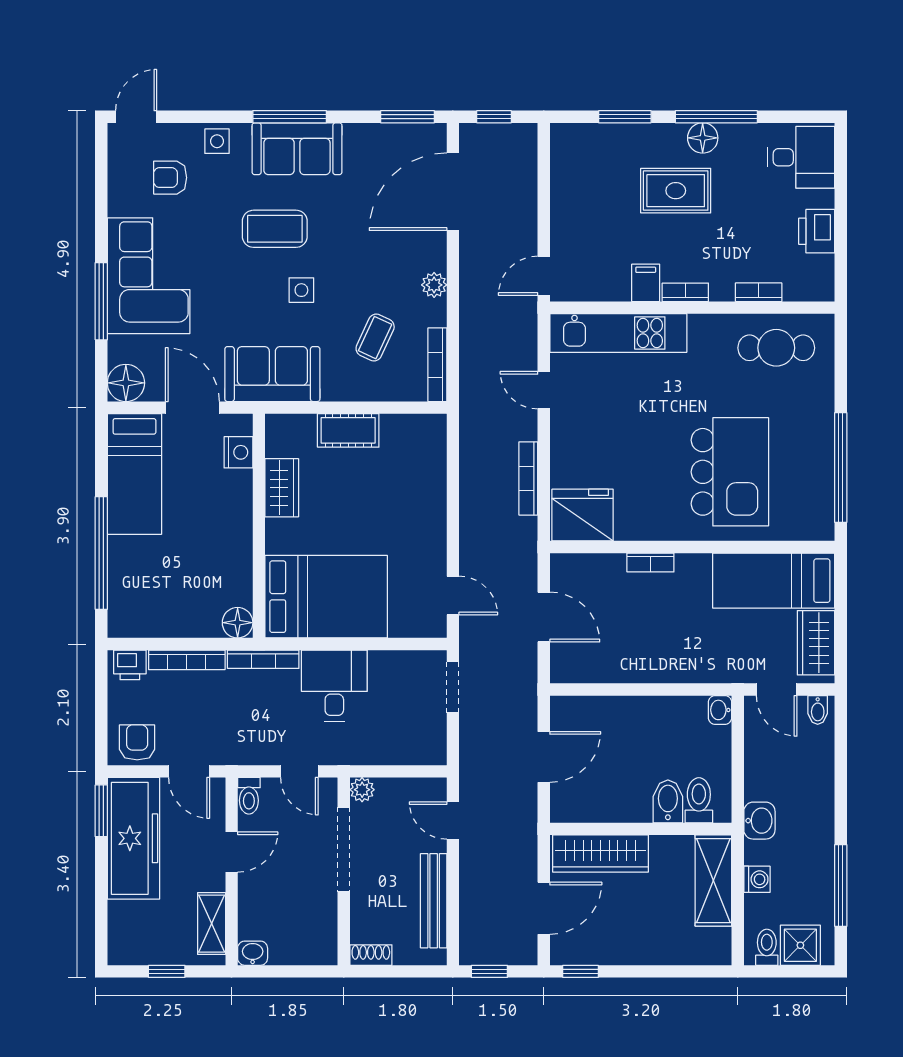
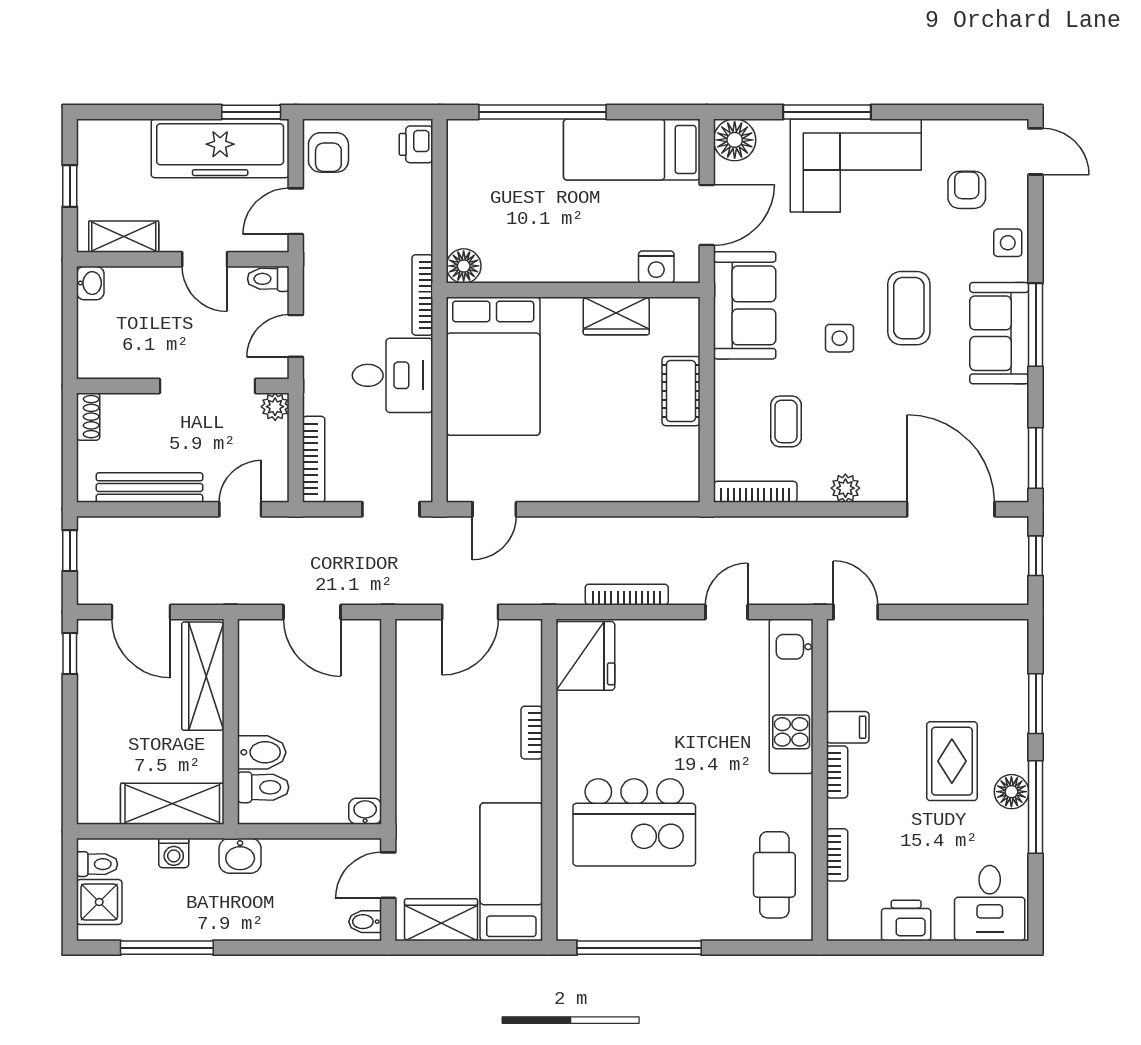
coffee table: (375, 338) -> (786, 421), turned 65
bookcase: (187, 660) -> (314, 459), moved, turned 180
armchair: (137, 742) -> (328, 152), turned 90

